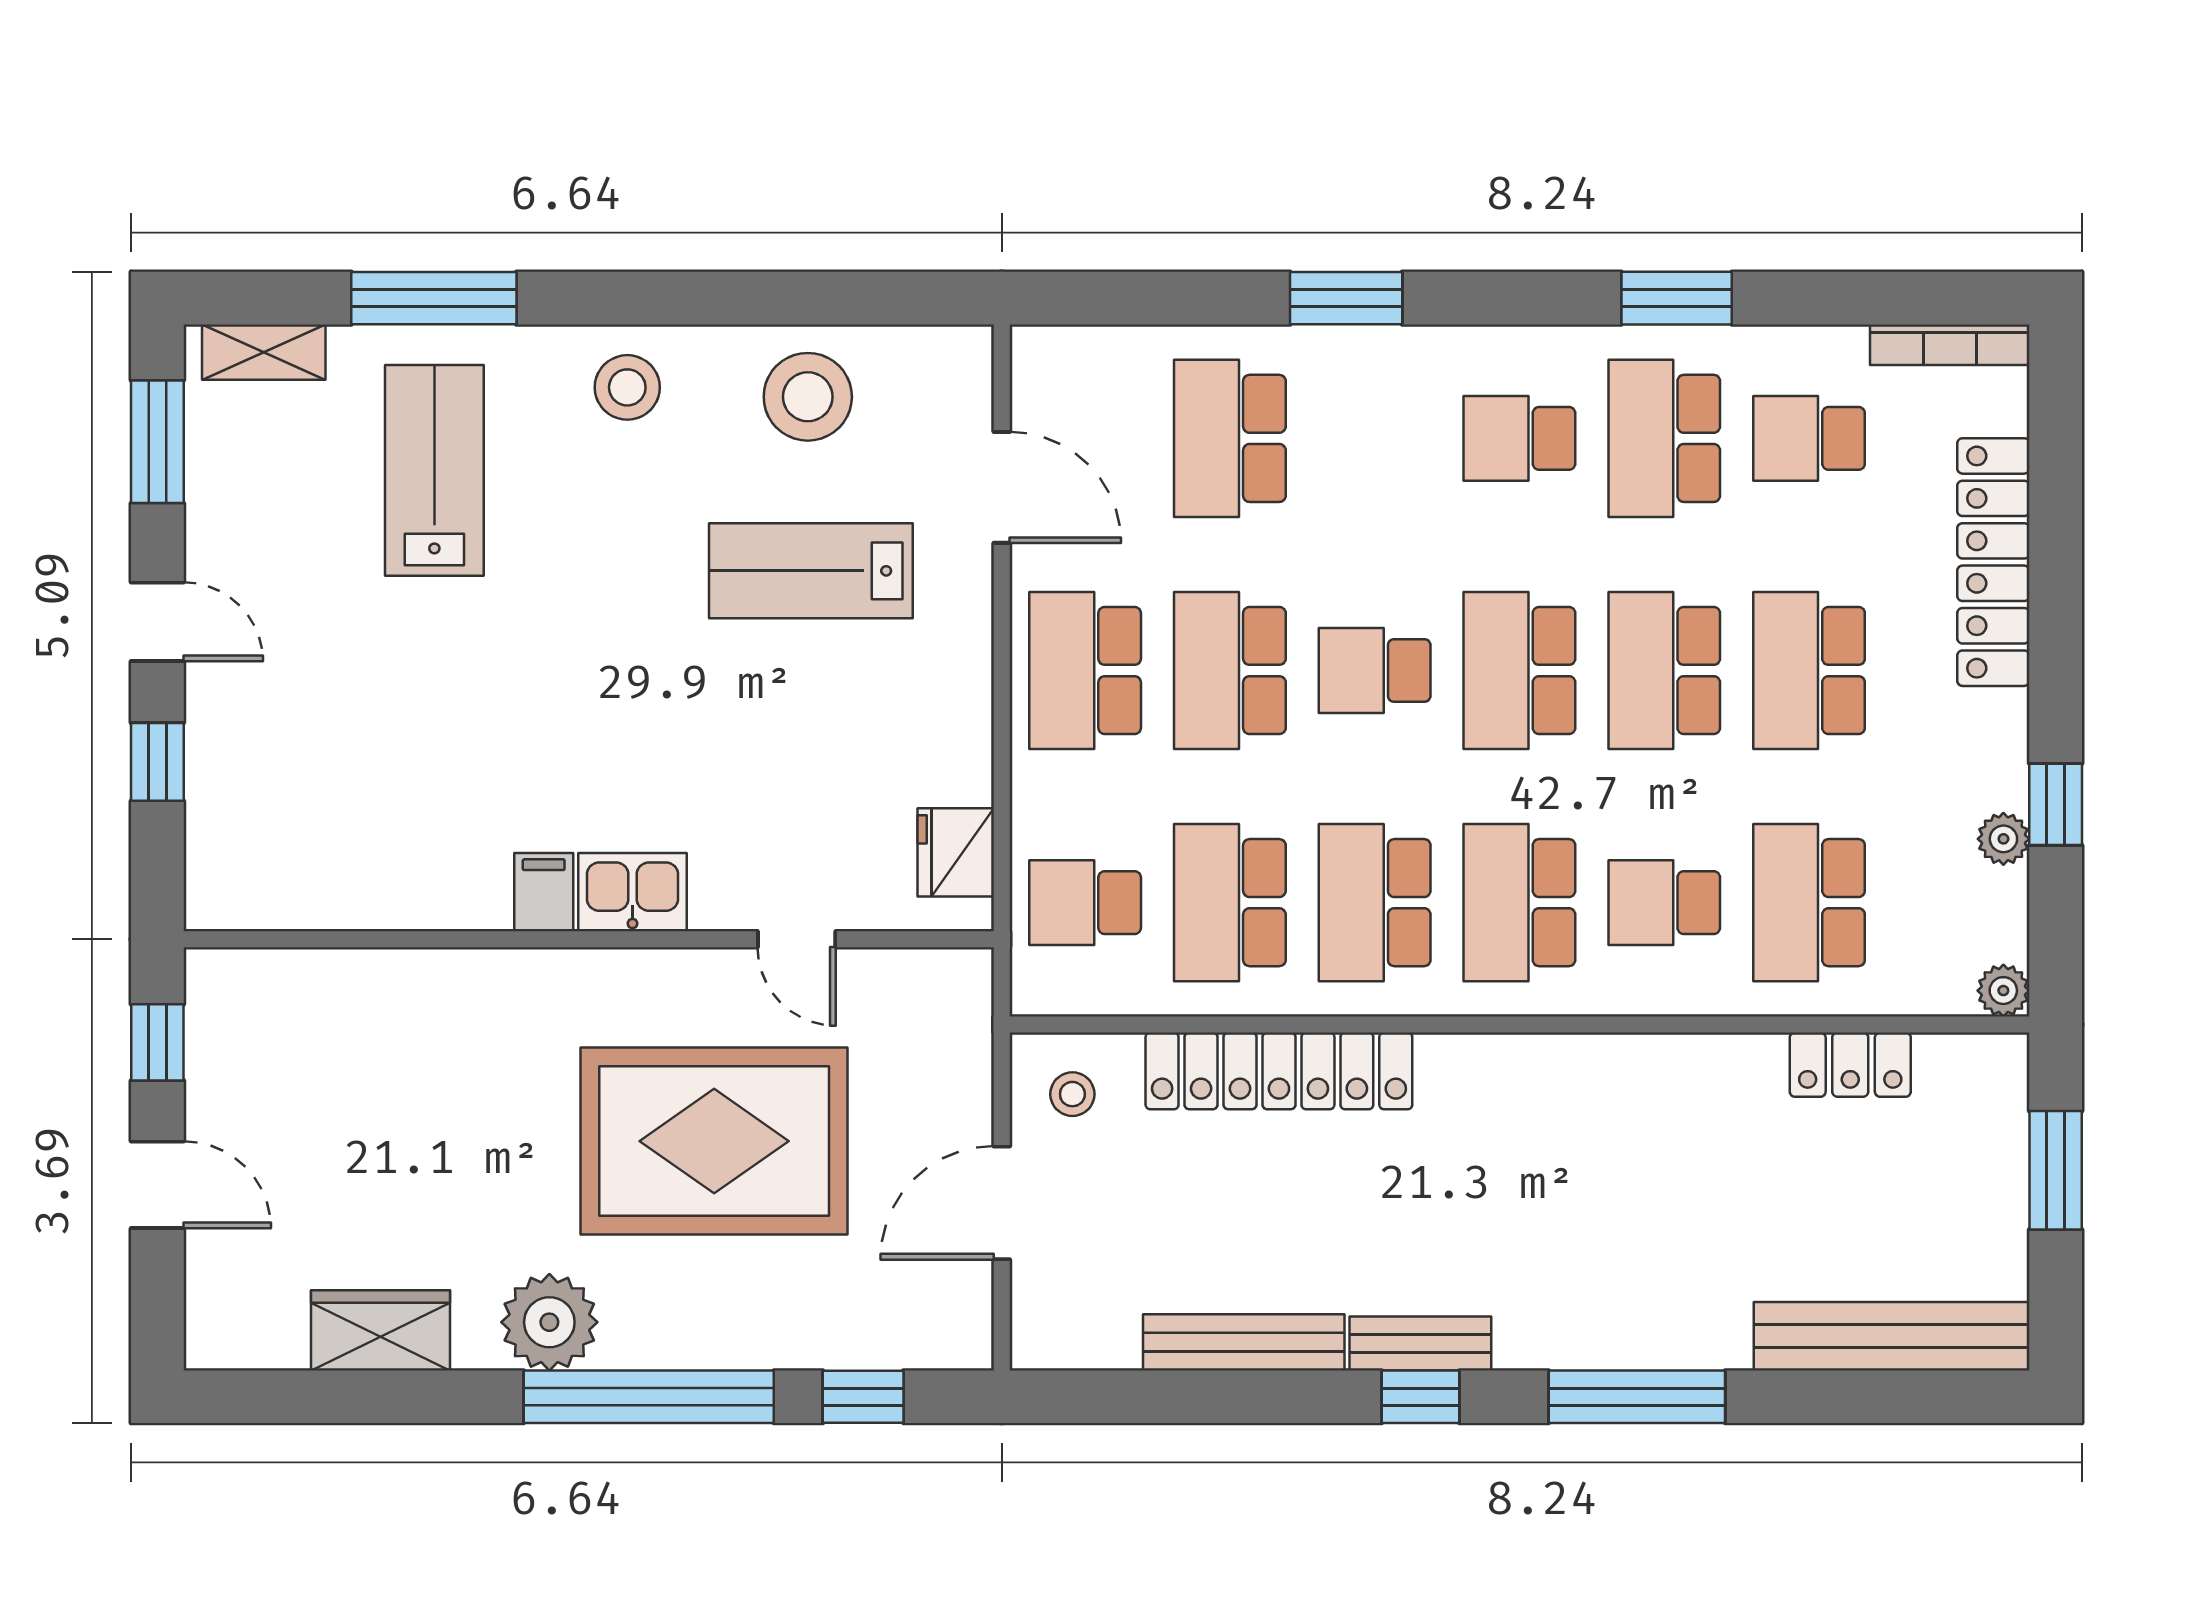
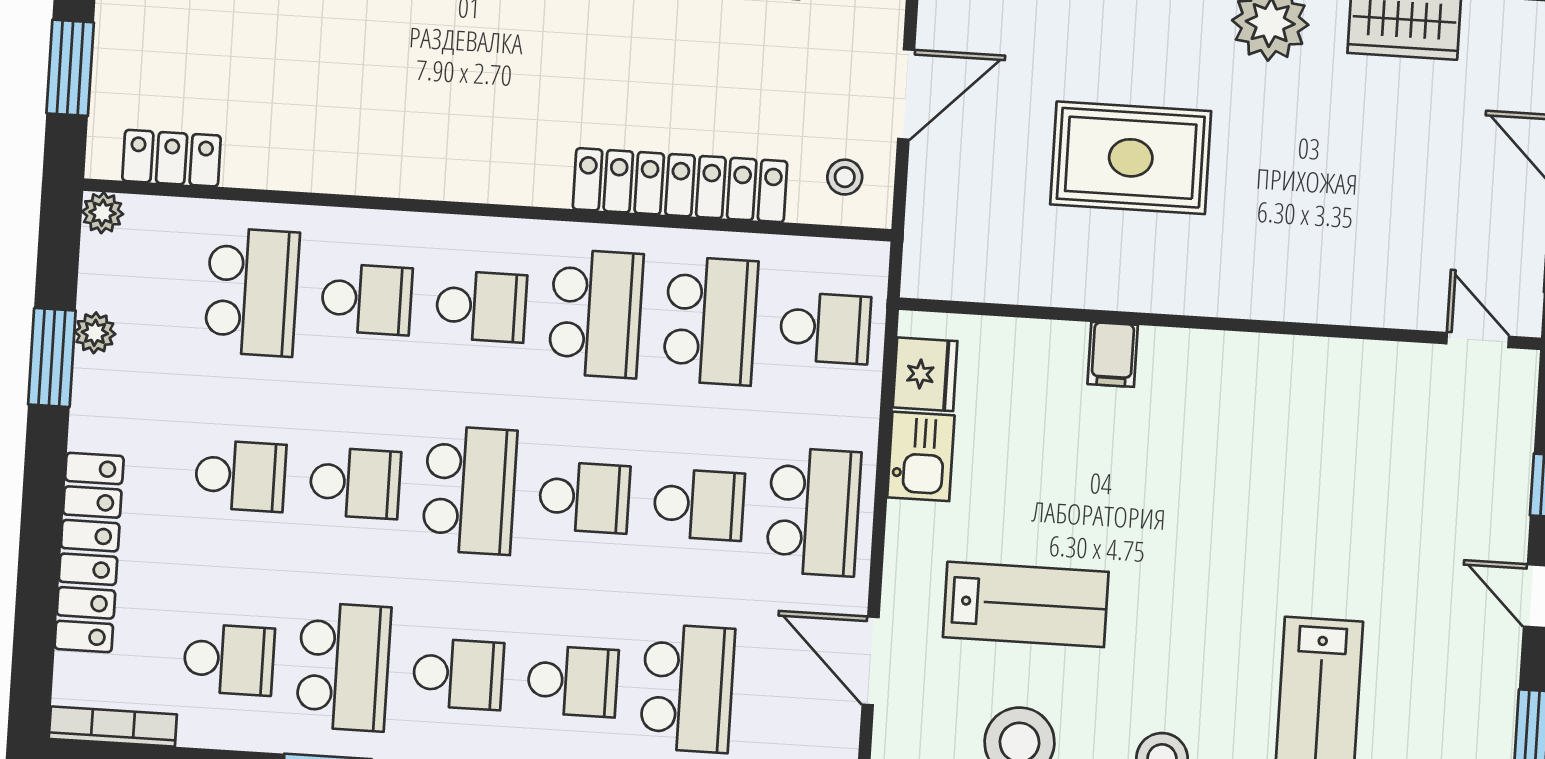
school desk: (1375, 438) -> (573, 681), added
school desk: (1230, 671) -> (699, 505), width x0.54
school desk: (1664, 671) -> (355, 483), width x0.54
school desk: (1809, 671) -> (240, 476), width x0.54
window: (2056, 804) -> (52, 358), width x1.50
filing cabinet: (544, 892) -> (1113, 354), moved
kitchen sink: (633, 892) -> (921, 456), moved, turned -90
school desk: (1519, 903) -> (481, 306), width x0.54
door: (797, 939) -> (1478, 340), moved
locker: (1850, 1065) -> (172, 158), moved
rug: (714, 1141) -> (1131, 158), width x0.73, depth x0.69

